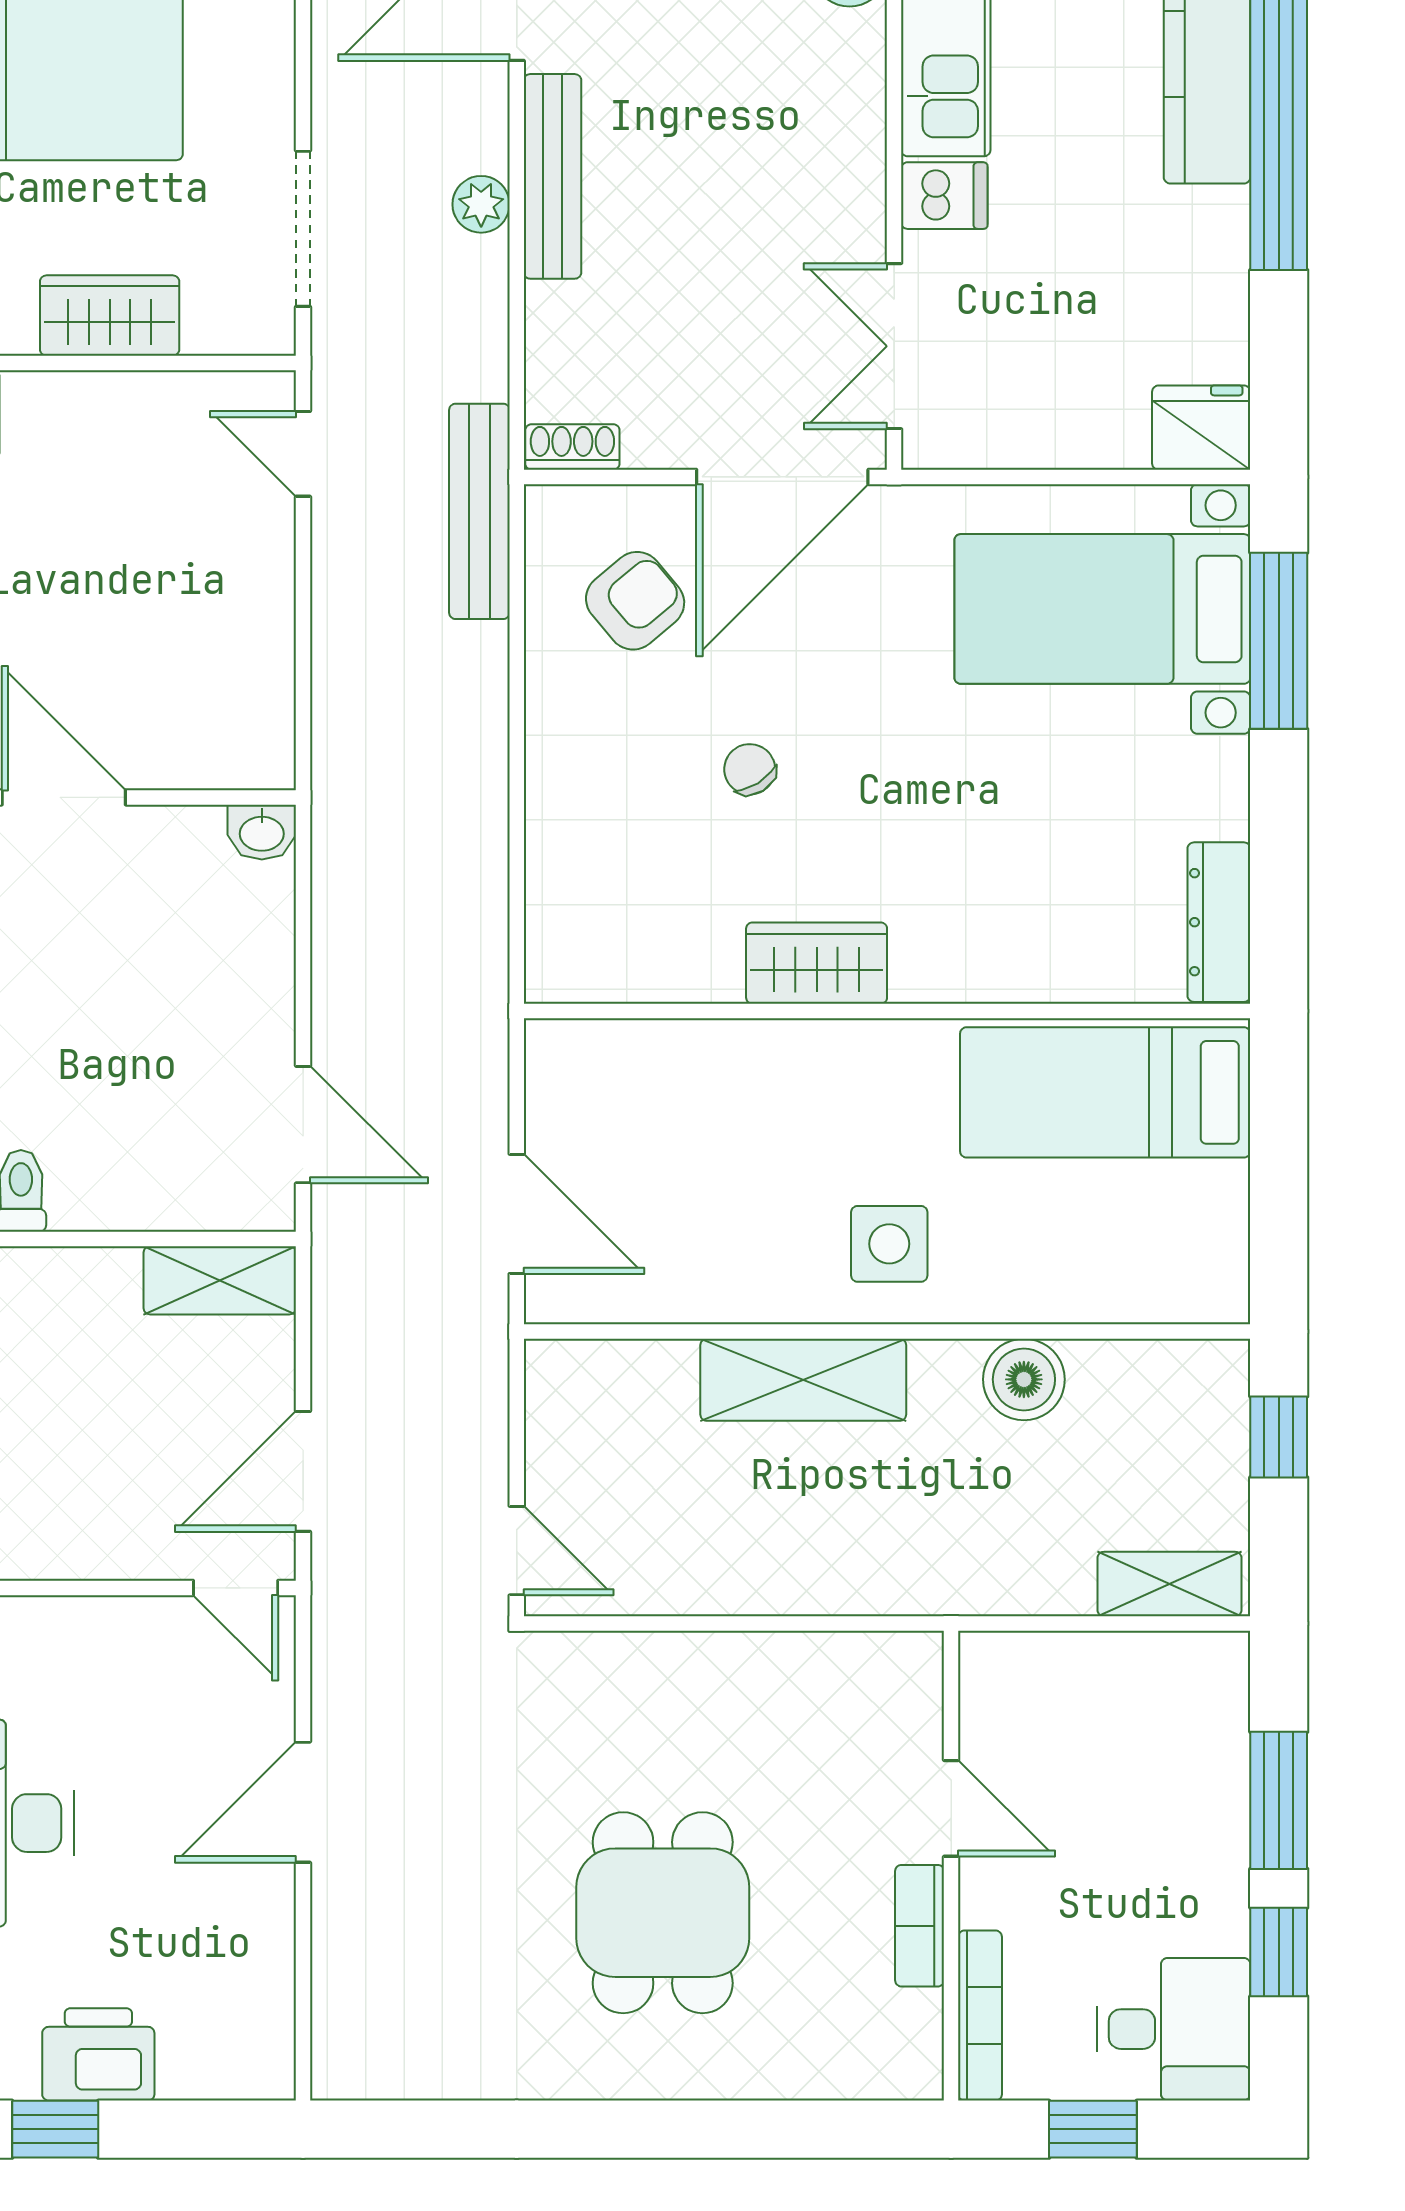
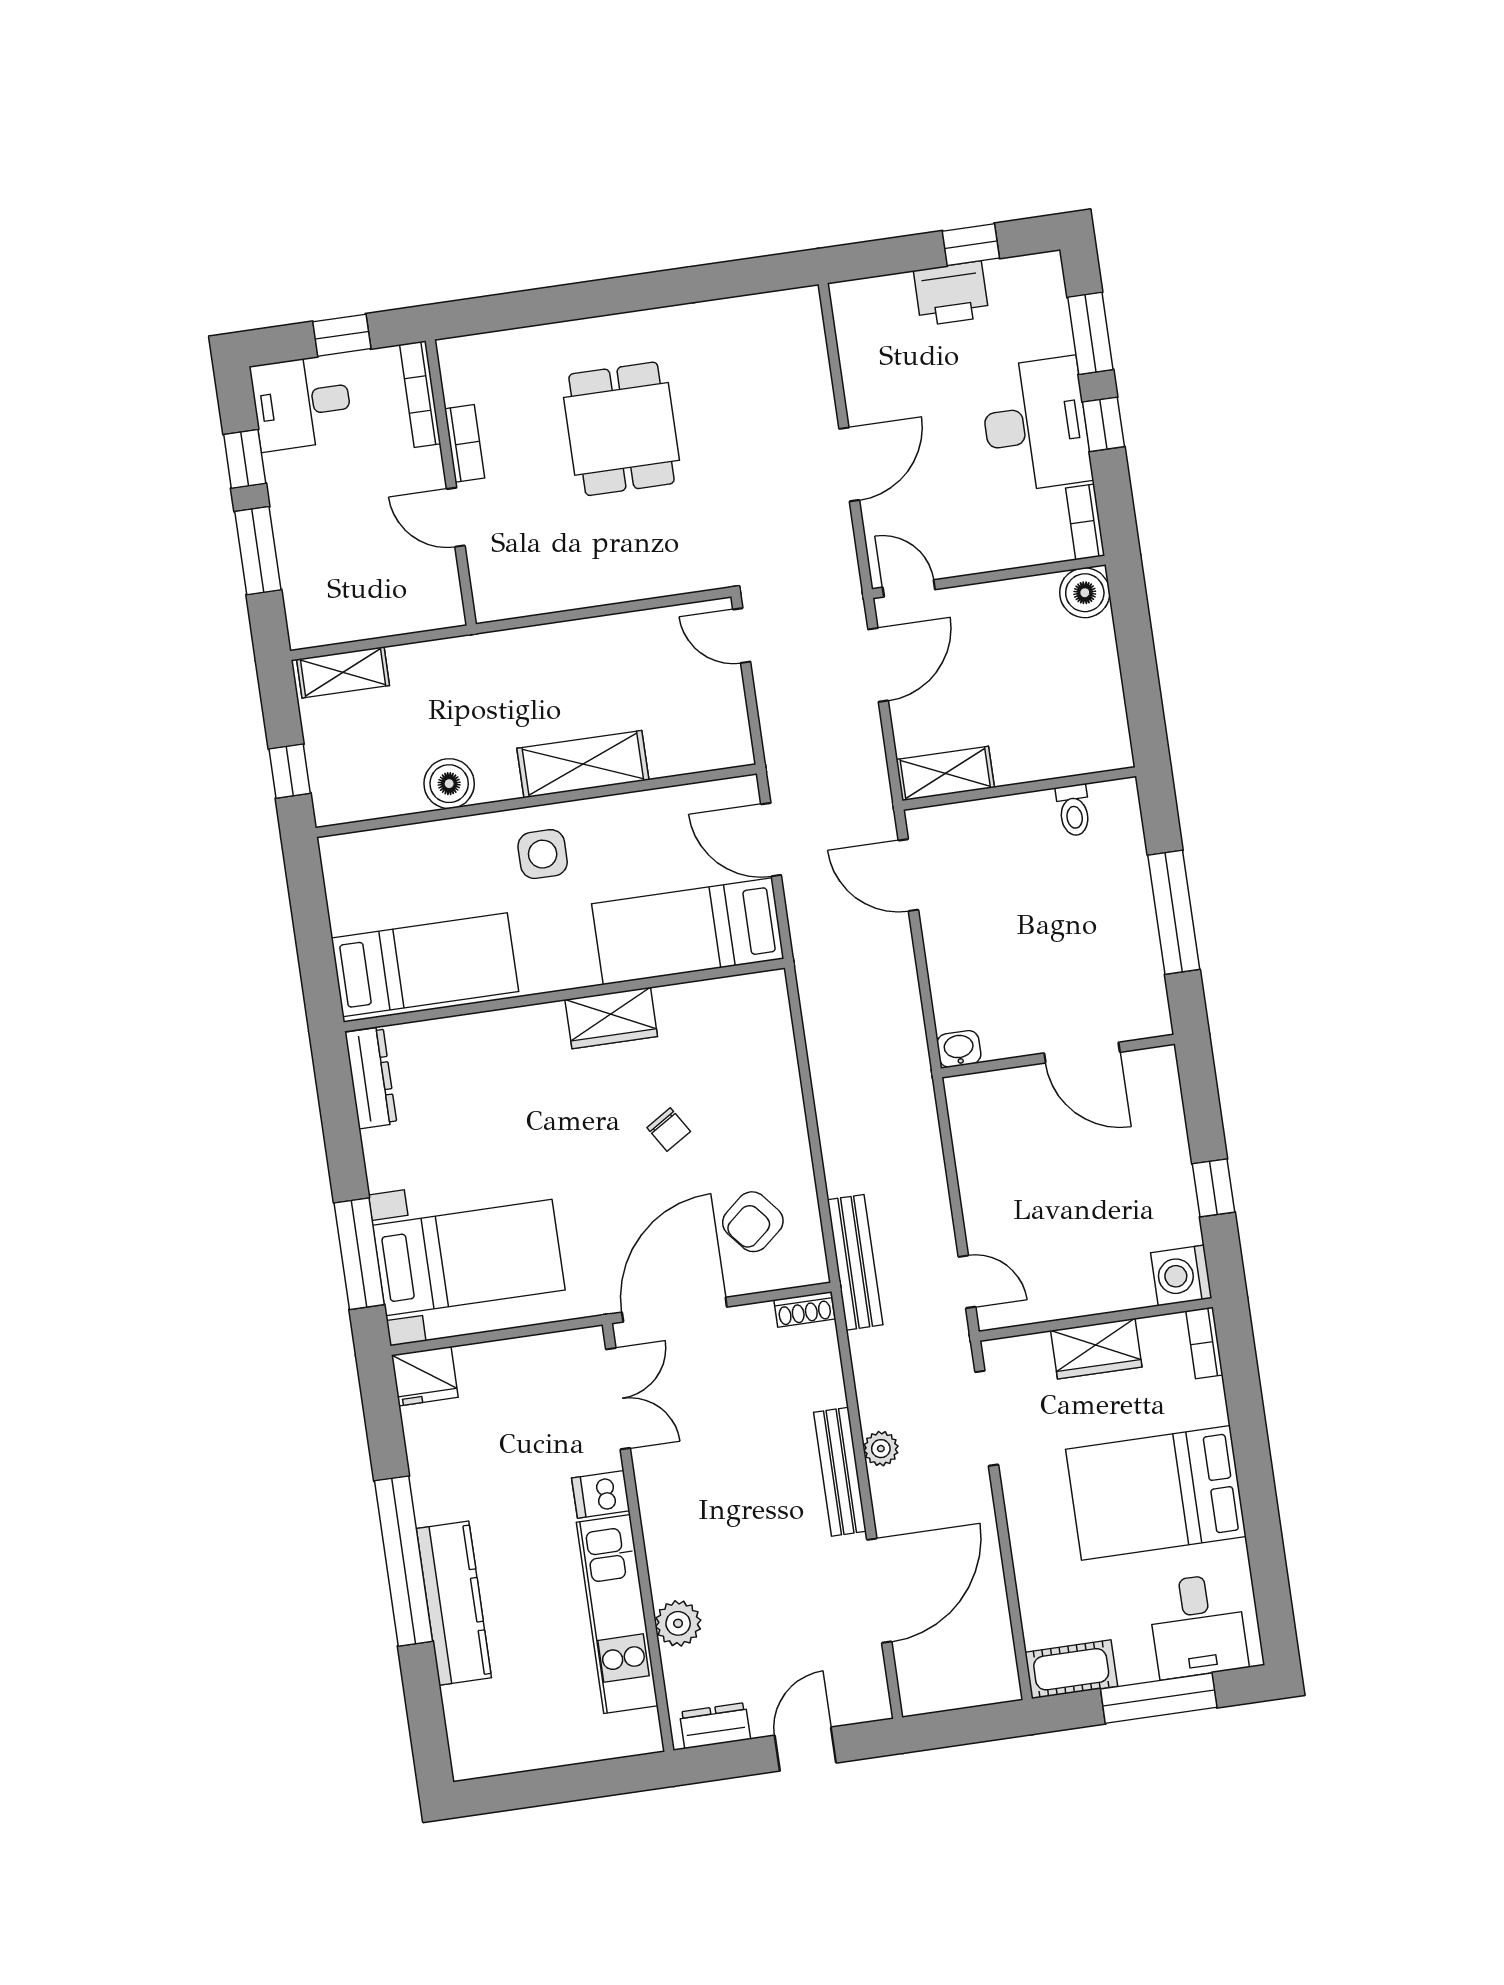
bed: (673, 1085) -> (688, 931), added

